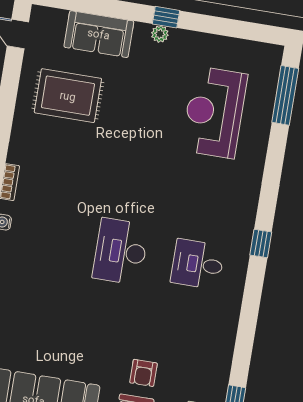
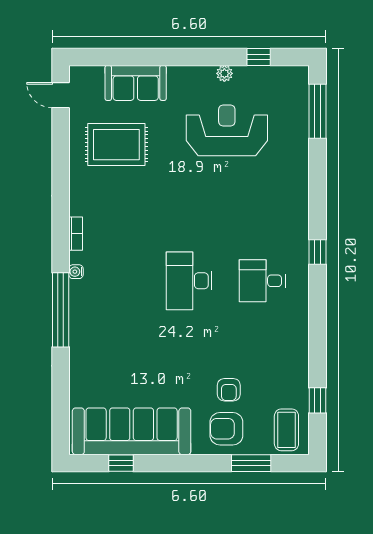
window: (166, 17) -> (259, 57), moved
plant: (160, 34) -> (224, 73), moved
reception desk: (214, 112) -> (227, 130), moved, turned 90

